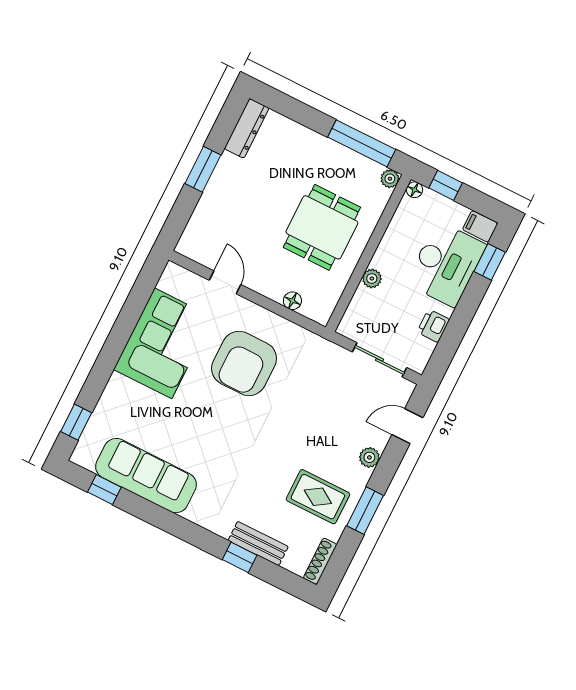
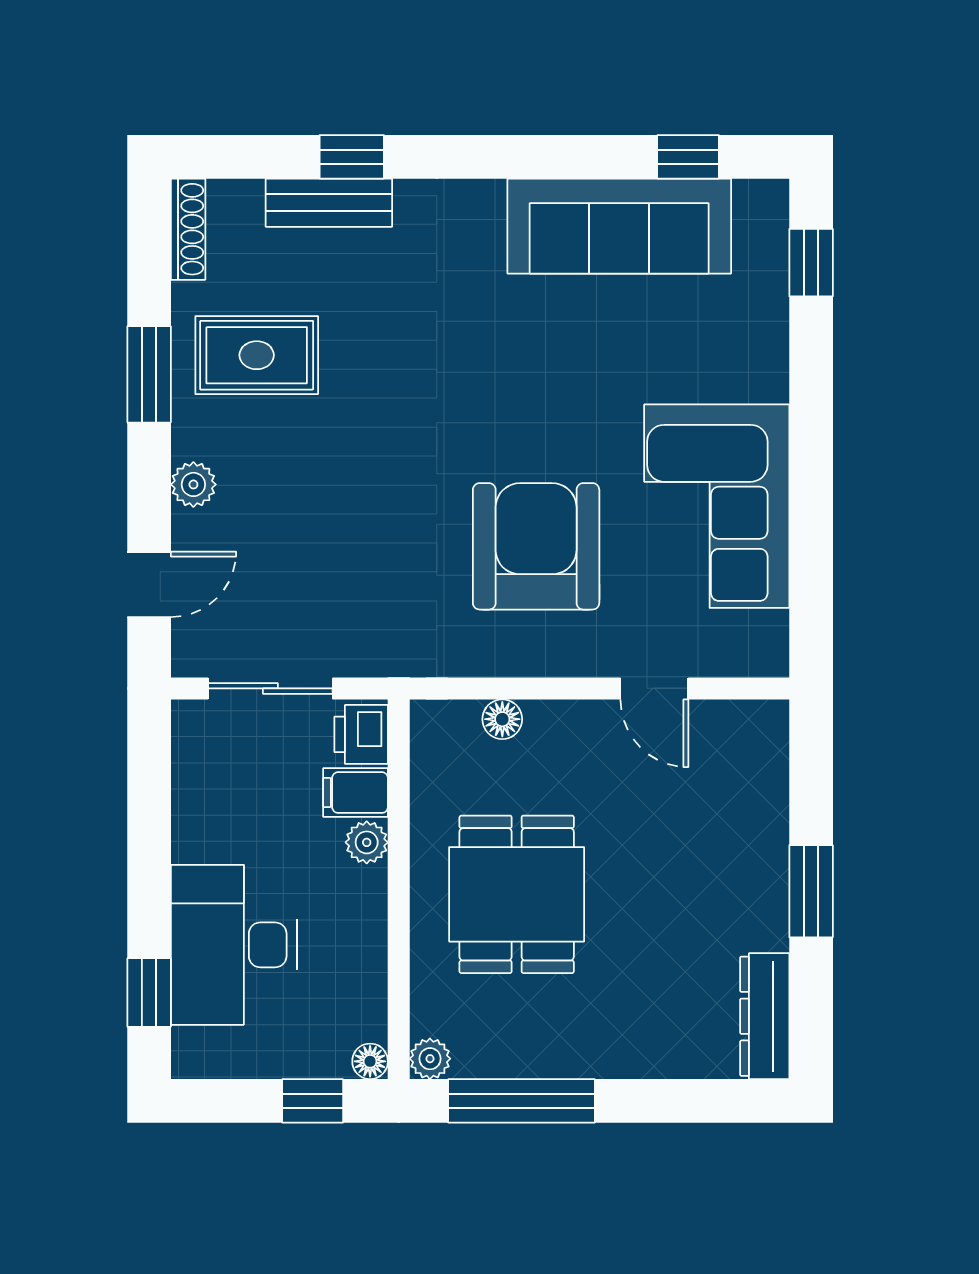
filing cabinet: (480, 226) -> (355, 793), moved, turned 180
printer: (433, 326) -> (361, 734), moved, turned 180

